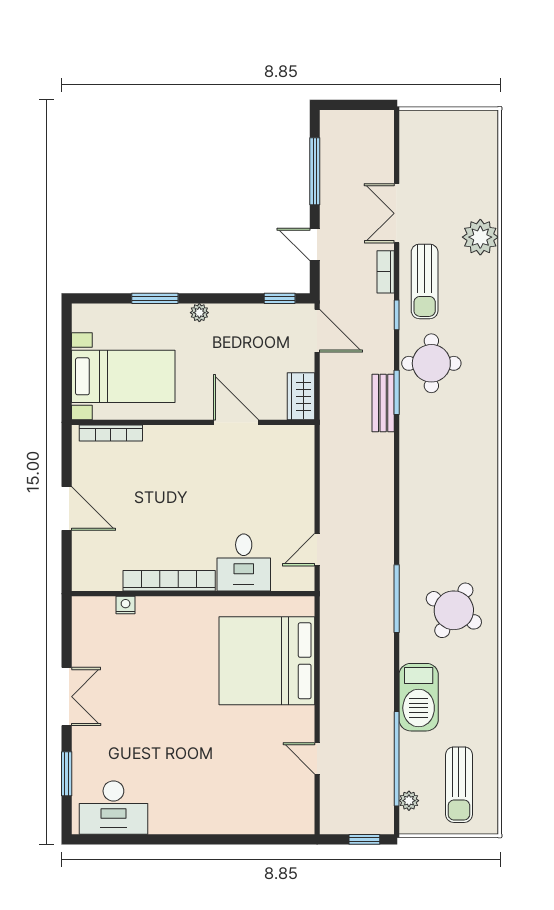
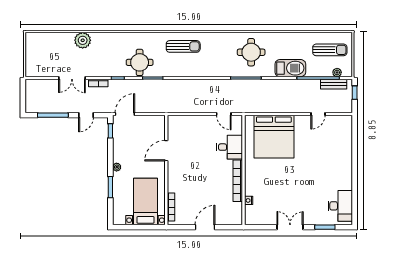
sun lounger: (425, 281) -> (183, 46), moved
wardrobe: (301, 396) -> (155, 121), removed
bench: (383, 403) -> (334, 84), moved
round table: (454, 610) -> (251, 52), turned -30

